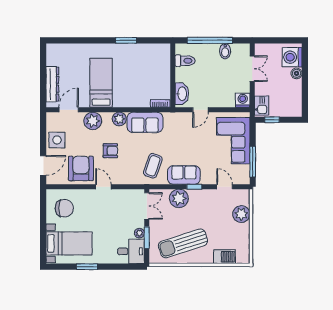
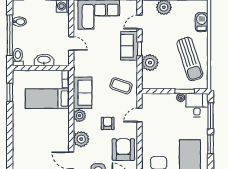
window: (126, 40) -> (10, 92), moved
toilet: (185, 61) -> (18, 57), moved
bed: (101, 83) -> (47, 99), moved
washbasin: (182, 94) -> (44, 60), moved
armchair: (81, 168) -> (123, 150), turned 90
sofa: (184, 175) -> (129, 46), moved
door: (103, 187) -> (140, 115), moved
double door: (147, 206) -> (157, 91), removed
window: (119, 267) -> (211, 116), added

